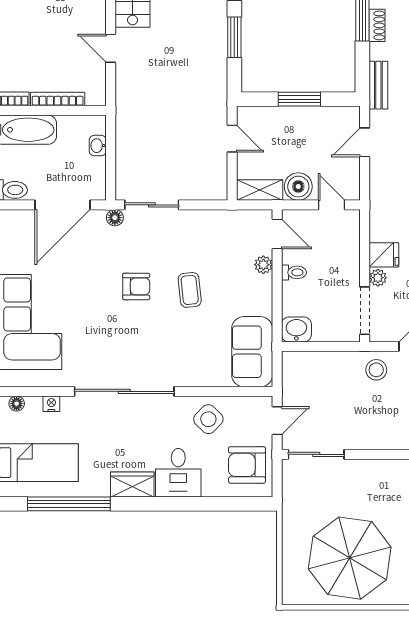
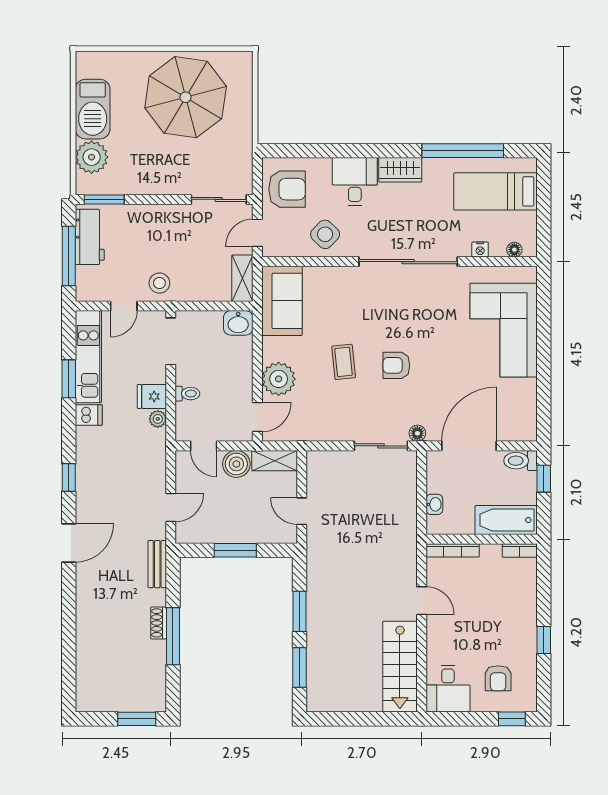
bookcase: (58, 99) -> (453, 550), moved
door: (277, 234) -> (257, 417), swing flipped
plant: (263, 265) -> (279, 379), width x1.88, depth x1.88
toilet: (294, 272) -> (187, 394), moved, turned 180
plant: (378, 278) -> (158, 419), moved
shelving: (292, 375) -> (242, 278), added

